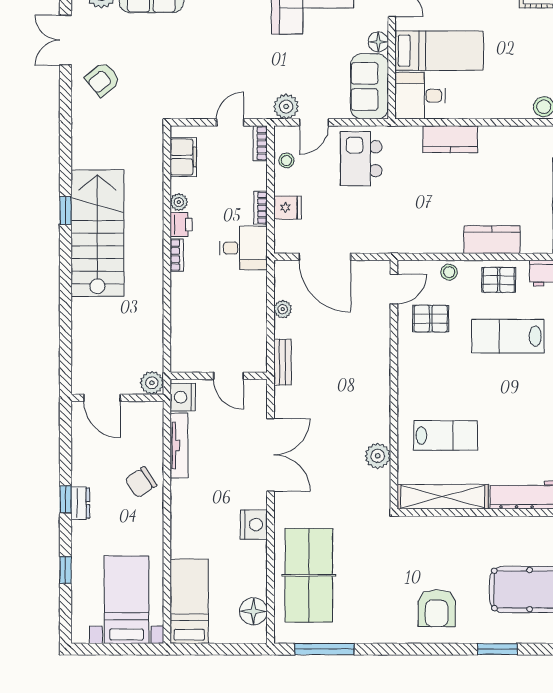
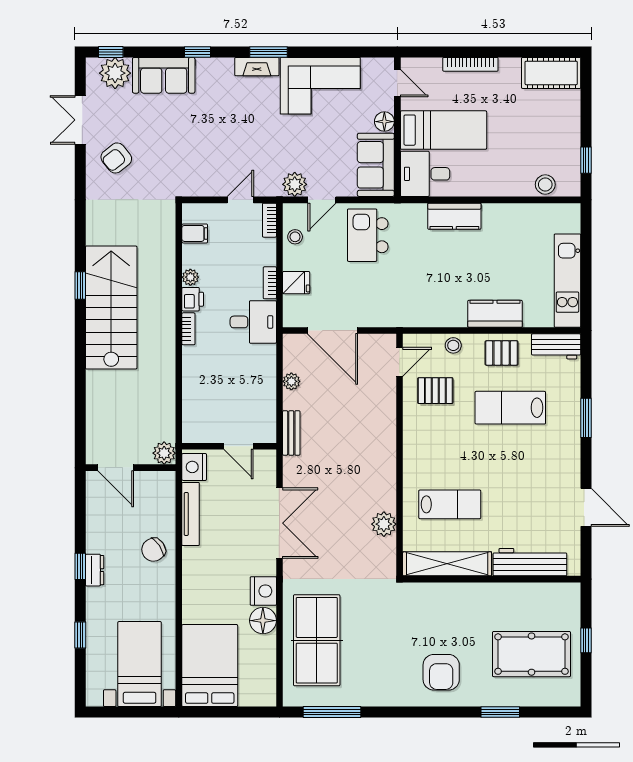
filing cabinet: (183, 157) -> (195, 233), width x0.50
bed: (189, 601) -> (210, 666), width x1.50
floor lamp: (253, 611) -> (263, 621), moved

